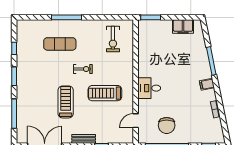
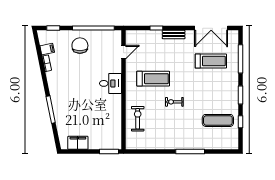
exercise bike: (113, 39) -> (138, 119), moved
exercise mat: (60, 44) -> (218, 120), moved
filing cabinet: (207, 84) -> (47, 49), moved
treadmill: (66, 102) -> (211, 61), moved, turned -90
chair: (167, 125) -> (80, 46), moved

